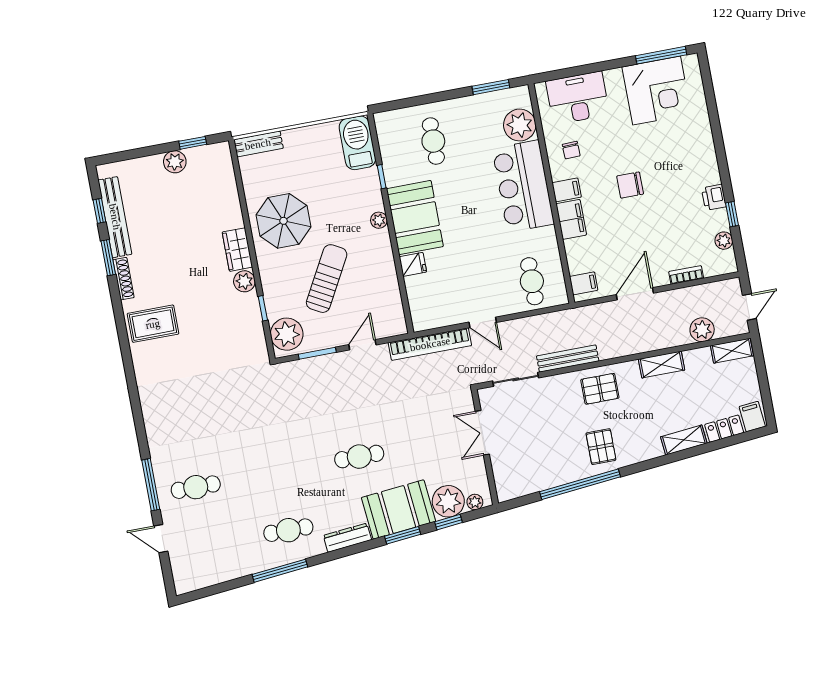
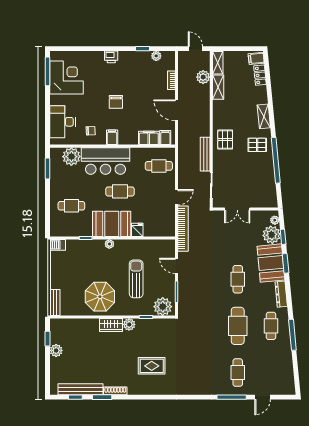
barbecue: (357, 143) -> (58, 245), width x0.53, depth x0.65
printer: (714, 197) -> (111, 57), moved
filing cabinet: (571, 219) -> (149, 138), moved
cafe table: (474, 222) -> (120, 191), added
sun lounger: (327, 279) -> (136, 279), turned 61
rug: (153, 324) -> (152, 366), moved, turned 90
shelving: (662, 365) -> (218, 87), moved
shelving: (684, 440) -> (264, 116), moved
cafe table: (277, 472) -> (238, 326), added

